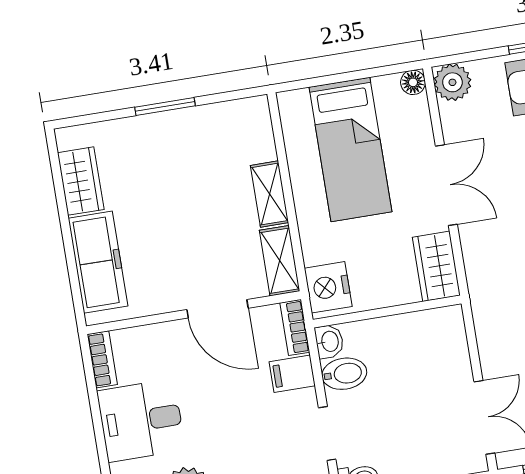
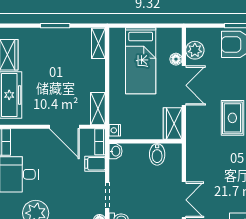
floor lamp: (413, 82) -> (176, 59), moved
plant: (452, 82) -> (195, 50), moved
shelving: (270, 194) -> (98, 43), moved
nightstand: (328, 287) -> (115, 130), width x0.53, depth x0.56
bidet: (344, 374) -> (157, 154), moved, turned 90

